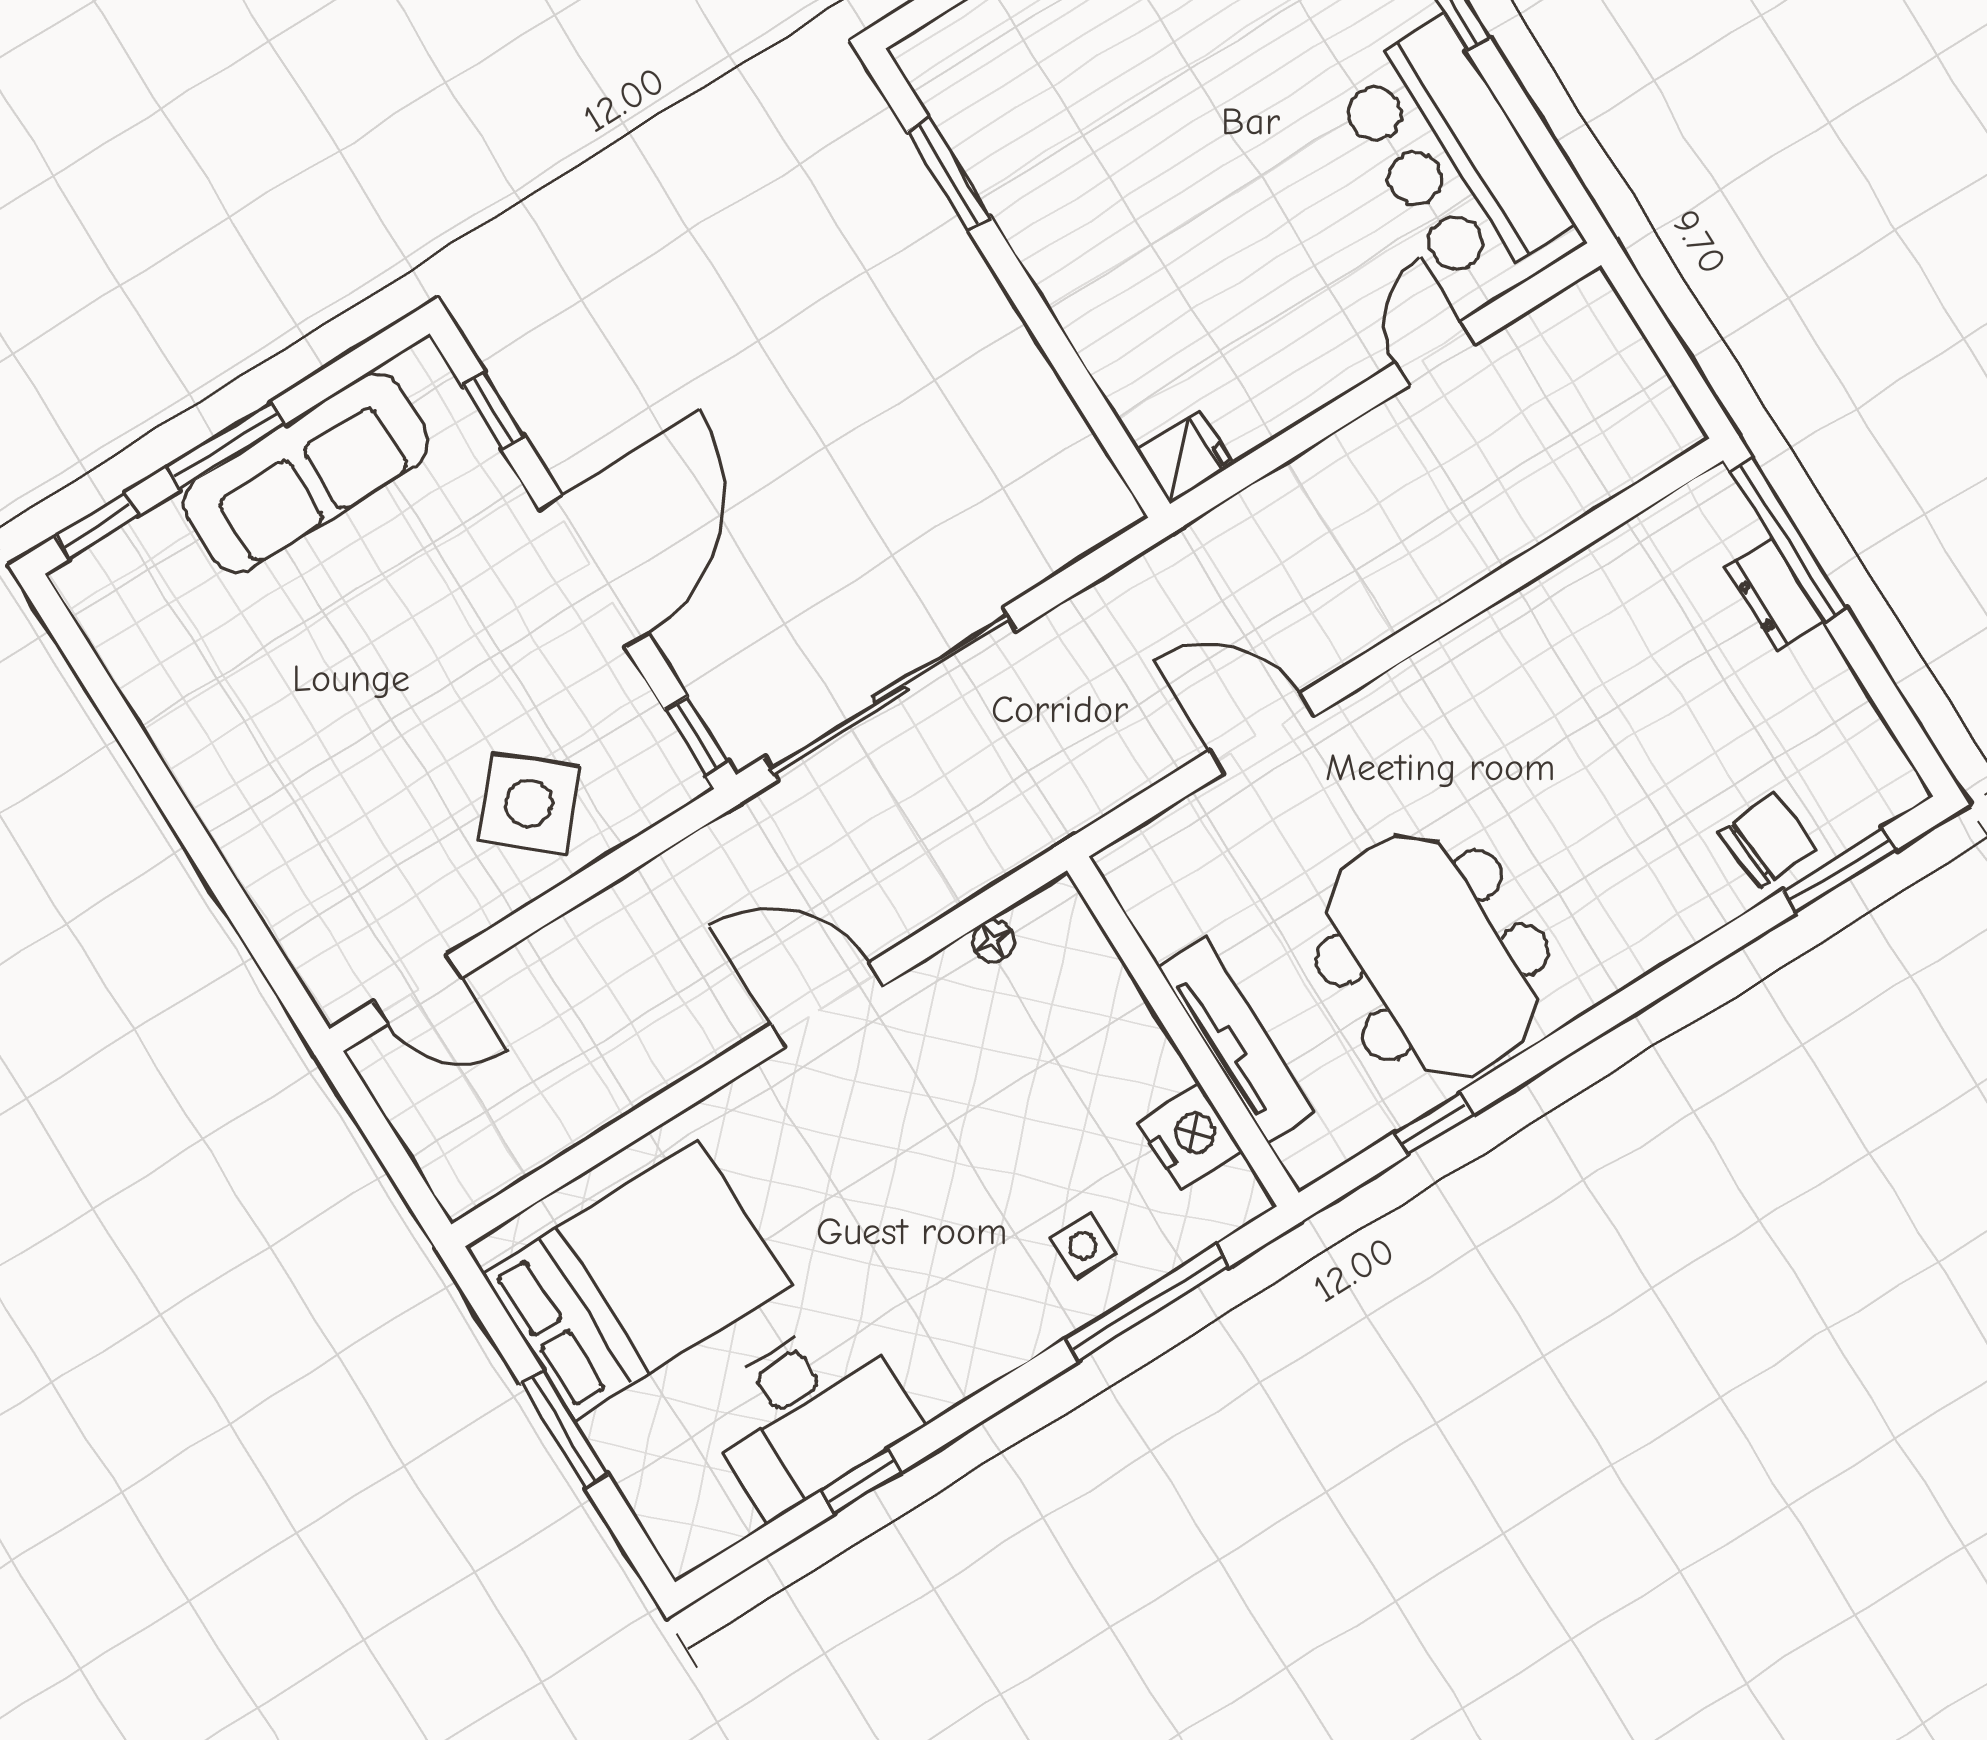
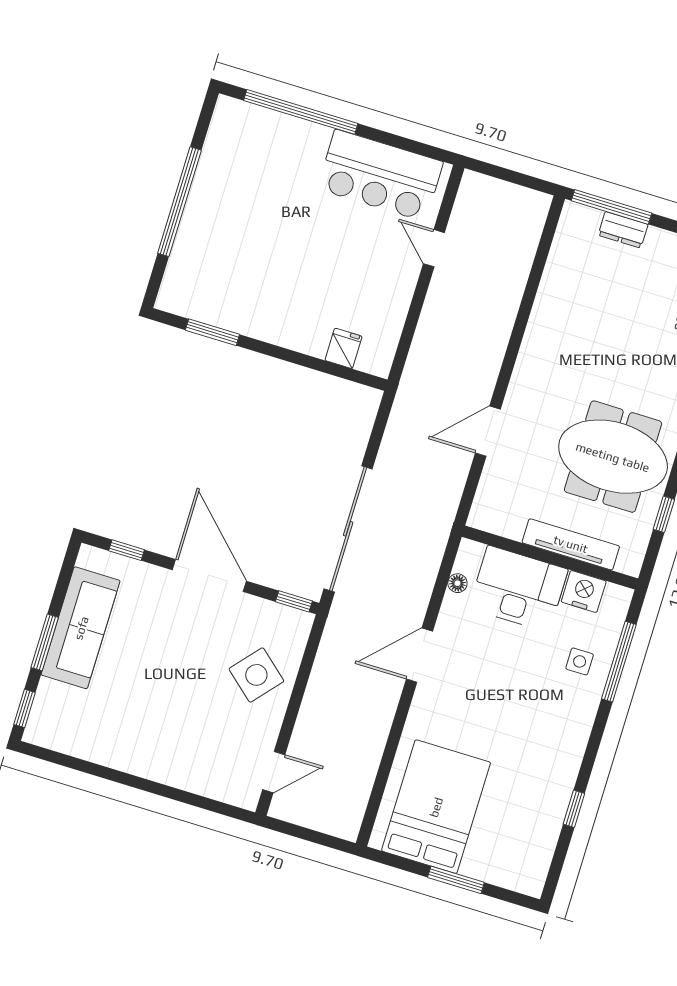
fridge: (1185, 458) -> (344, 348), moved
desk: (808, 1414) -> (518, 589), moved, turned -90

